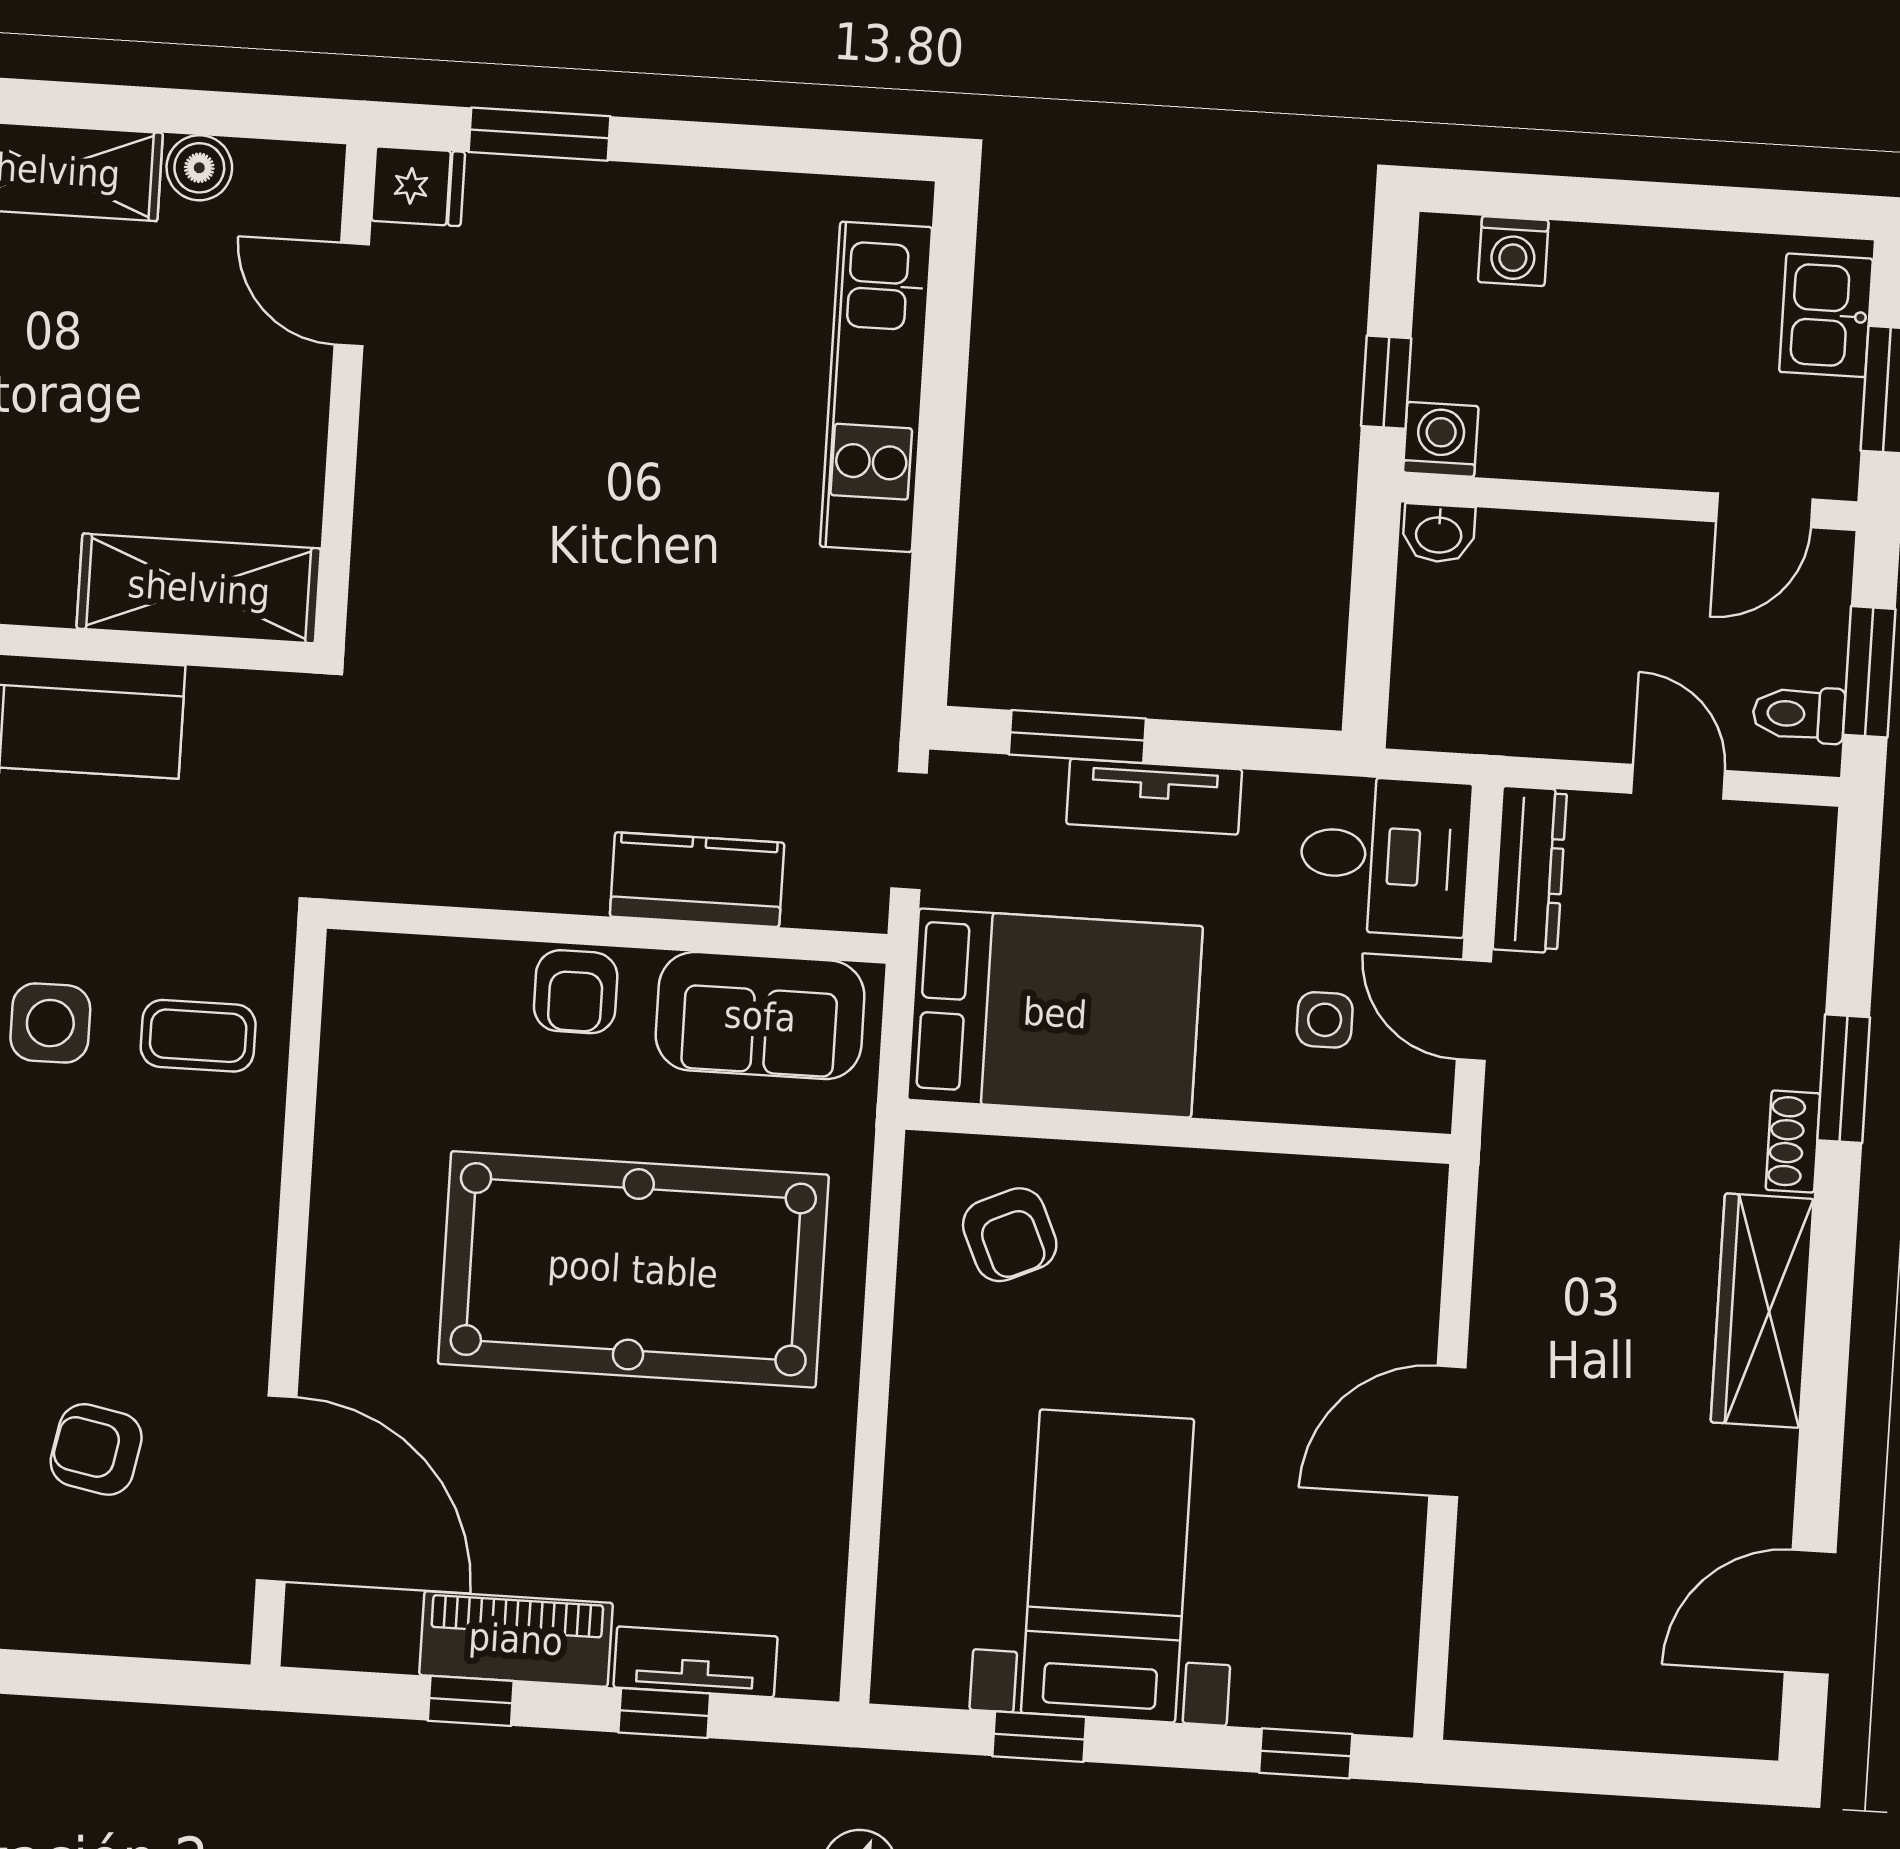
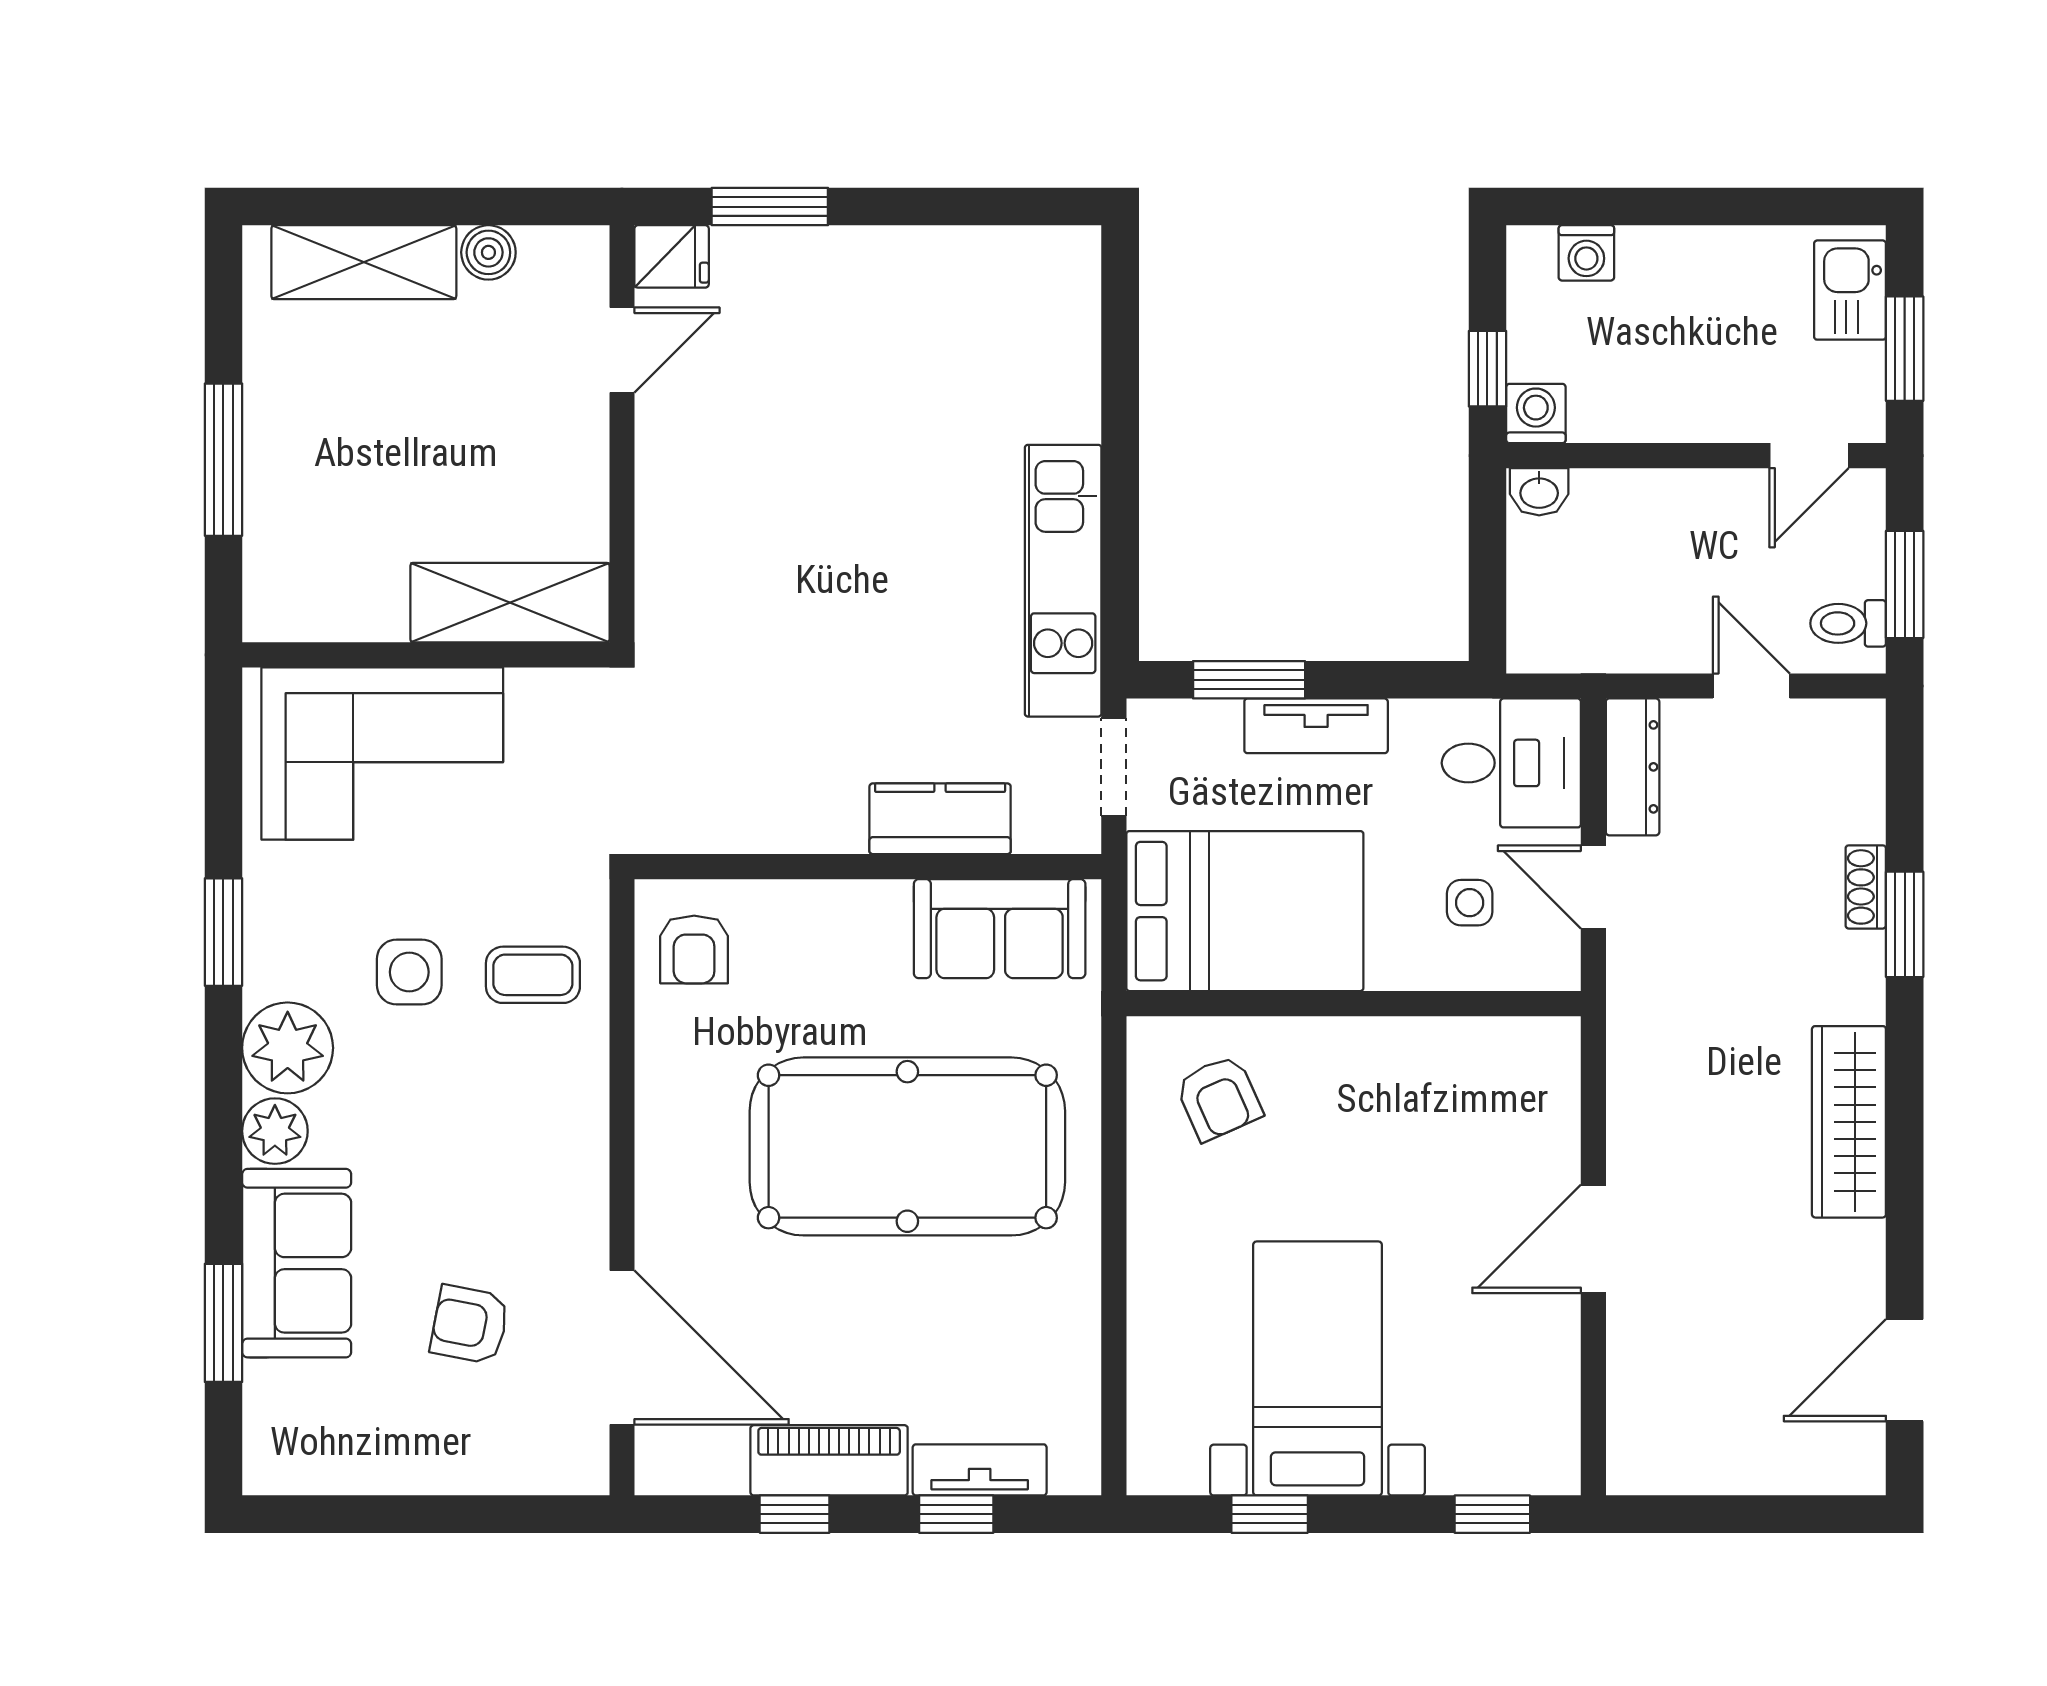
door: (352, 295) -> (622, 350), swing flipped
kitchen unit: (876, 387) -> (1063, 581), moved
armchair: (576, 992) -> (694, 949), moved
shoe rack: (1793, 1142) -> (1866, 887), moved

